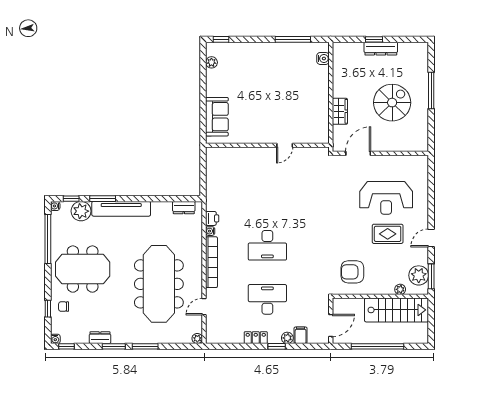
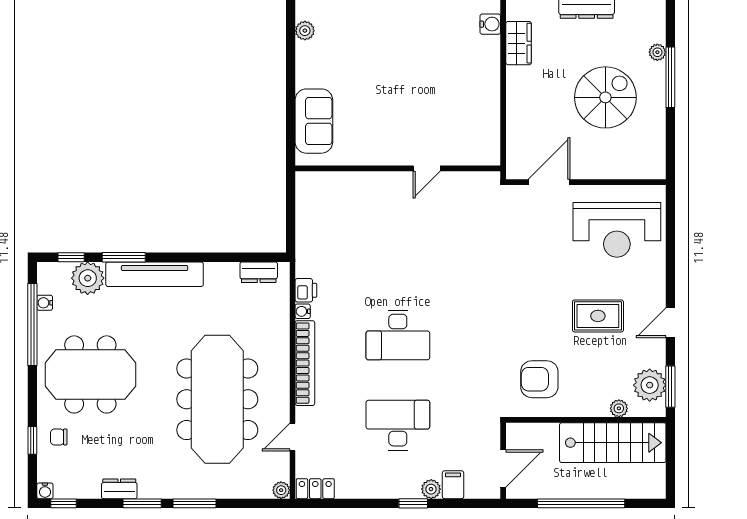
plant: (423, 75) -> (657, 52), added
wardrobe: (340, 111) -> (519, 43), moved
reception desk: (386, 198) -> (617, 230), moved
water cooler: (55, 206) -> (45, 303), moved
locker: (256, 338) -> (315, 489), moved

